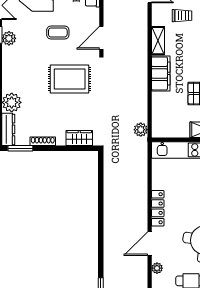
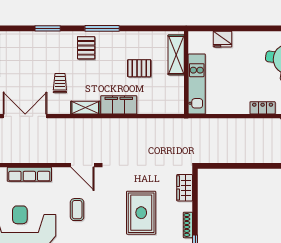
rug: (70, 79) -> (141, 213), moved
plant: (141, 130) -> (176, 125), removed
locker: (158, 208) -> (263, 108), width x0.66

